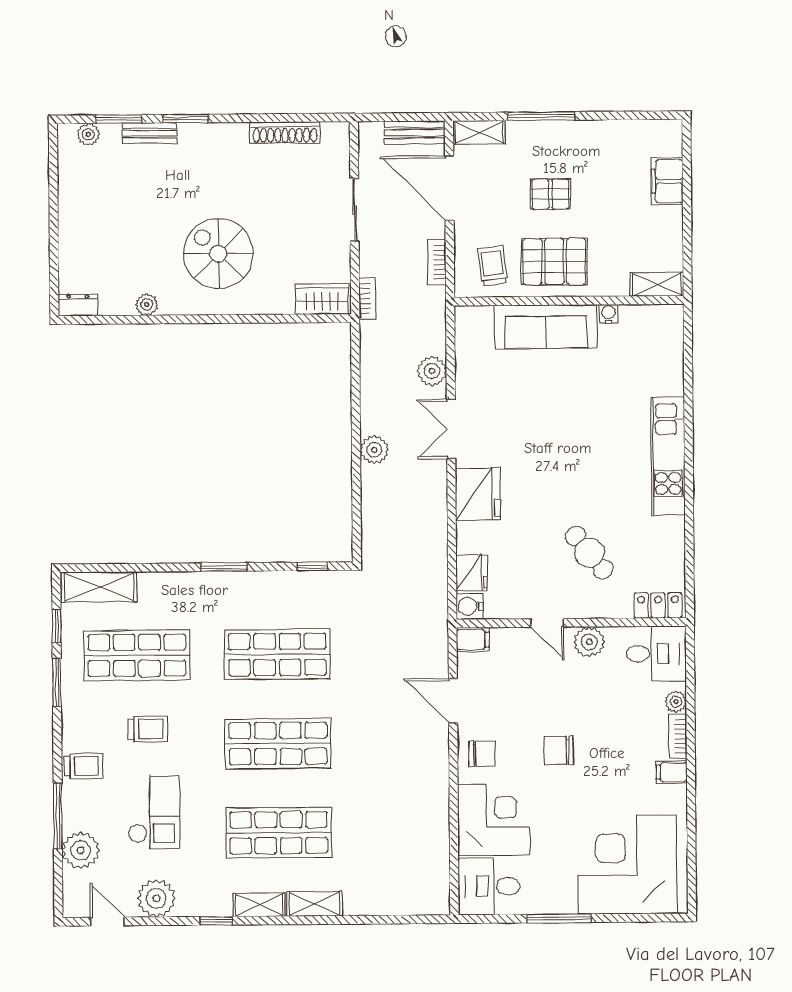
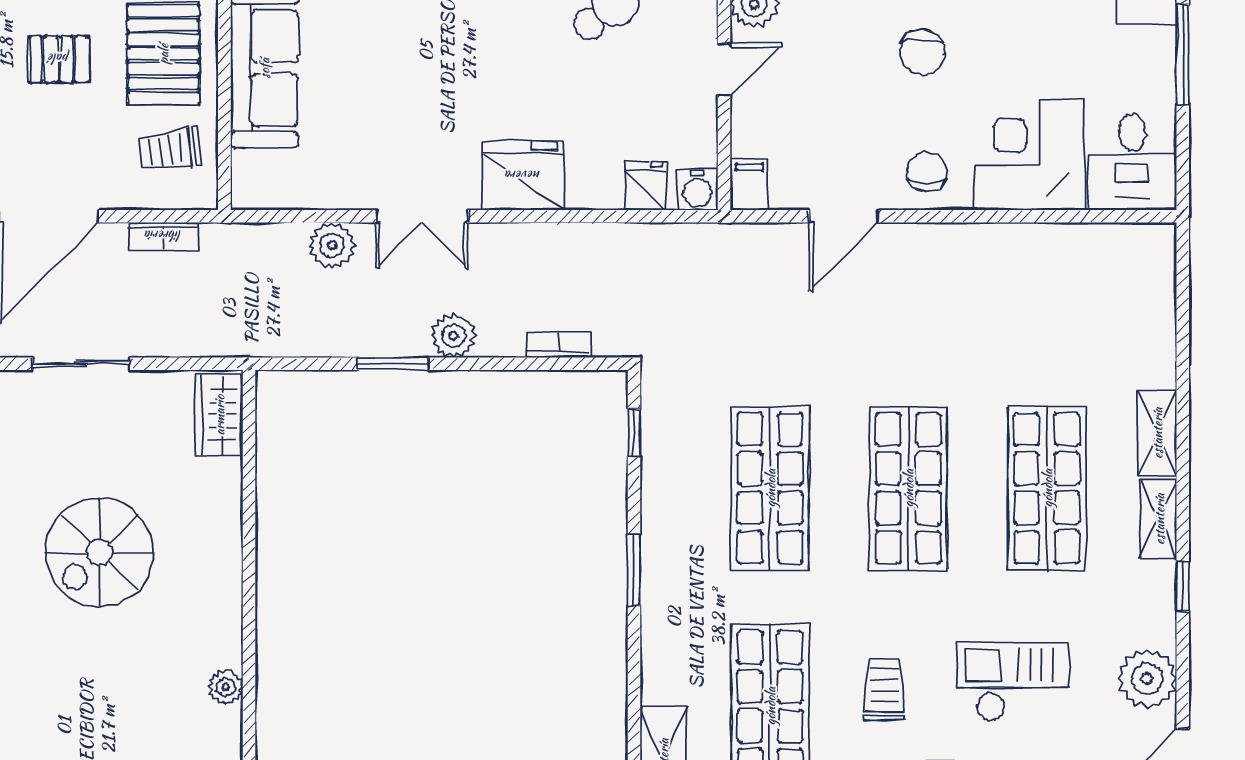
pallet: (551, 194) -> (59, 59), turned 90
spiral stairs: (218, 254) -> (100, 552), moved
bookcase: (367, 298) -> (558, 345), moved
window: (356, 411) -> (393, 364), added
fridge: (472, 573) -> (645, 186), width x0.72

